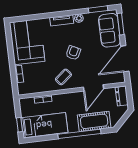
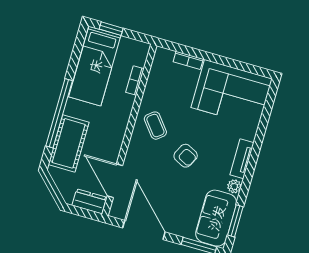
sofa: (110, 30) -> (216, 218), moved, turned -90
door: (94, 88) -> (115, 181), moved

